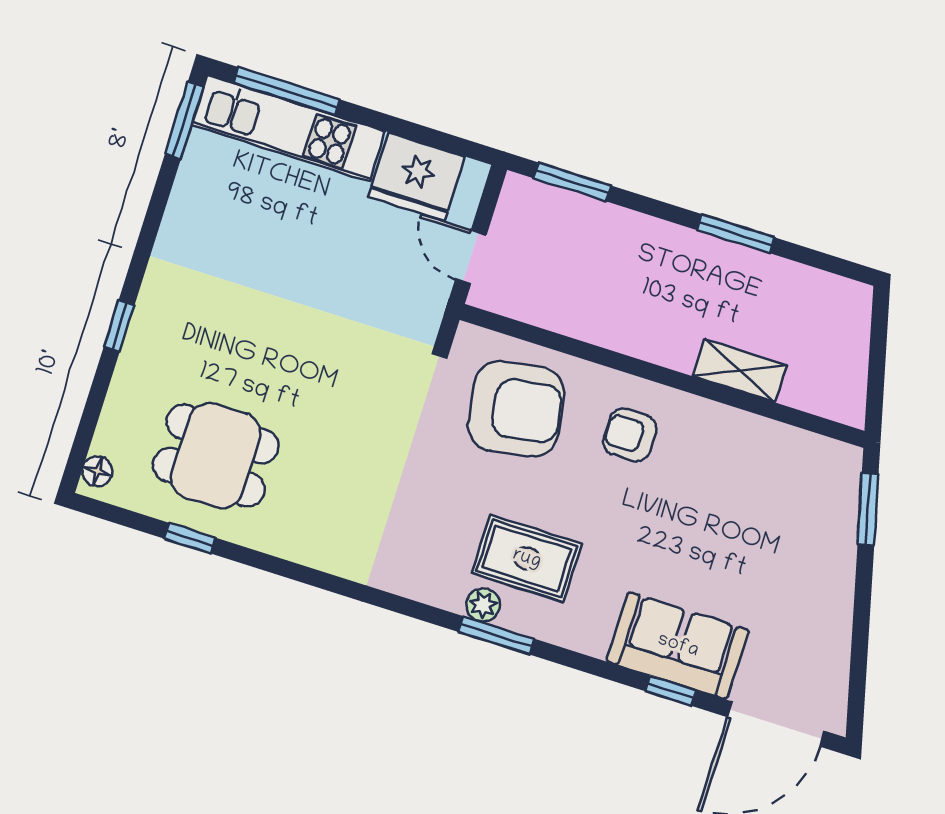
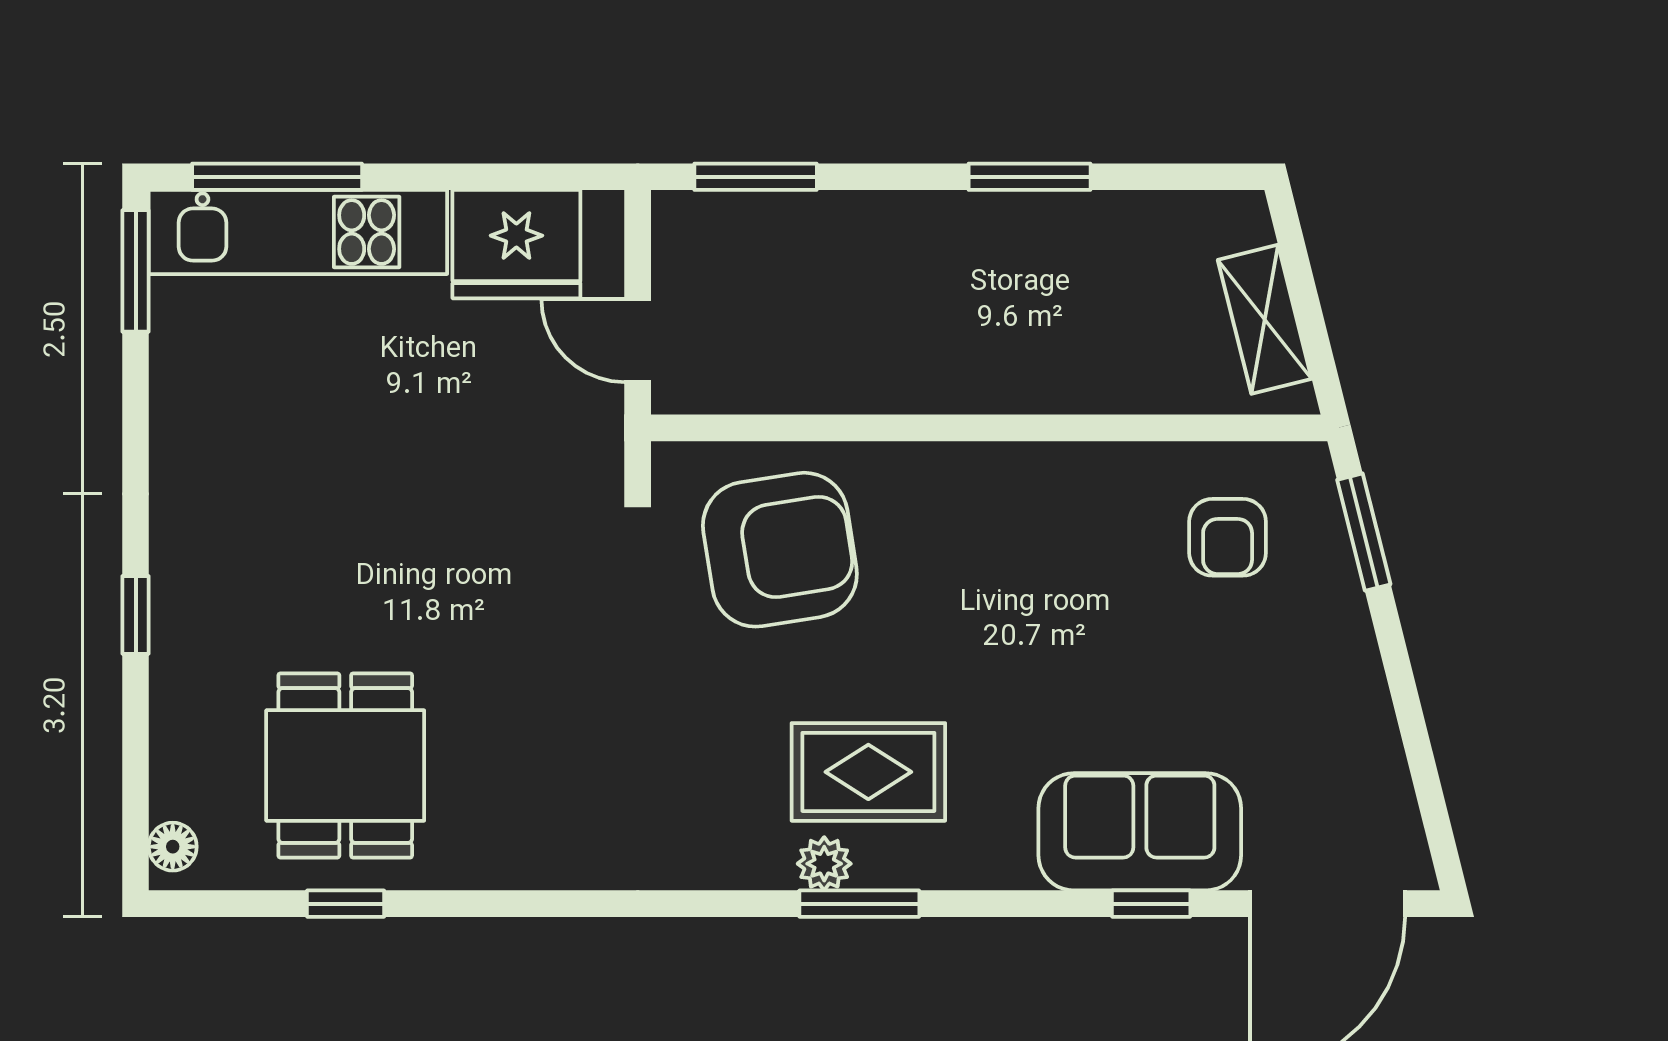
shelving: (740, 371) -> (1265, 319), moved, turned 76
armchair: (630, 435) -> (1228, 537), moved, turned -90
dining table: (216, 456) -> (345, 765), turned 90

